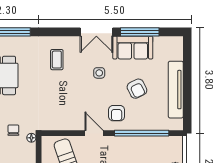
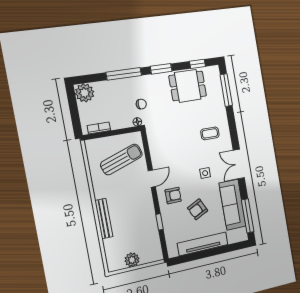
window: (140, 32) -> (248, 216), moved
sofa: (133, 48) -> (232, 205), width x1.36
armchair: (117, 113) -> (173, 196), turned 180
window: (142, 133) -> (160, 222), width x0.32

